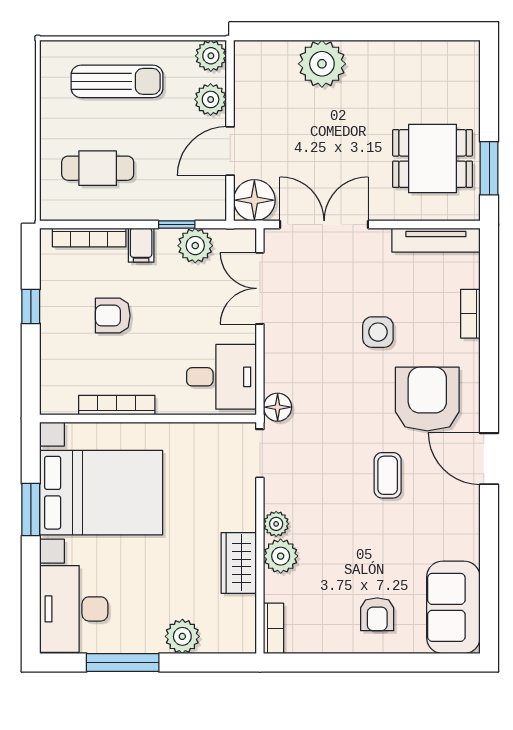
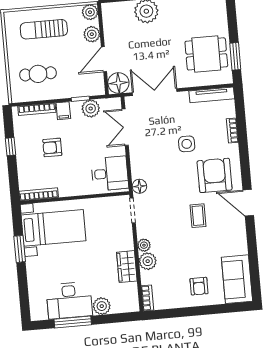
sun lounger: (117, 81) -> (44, 29), turned 180
bookcase: (117, 405) -> (39, 194), moved
bed with nightstands: (101, 493) -> (53, 228), width x0.73
desk: (74, 609) -> (69, 300), moved, turned -90

